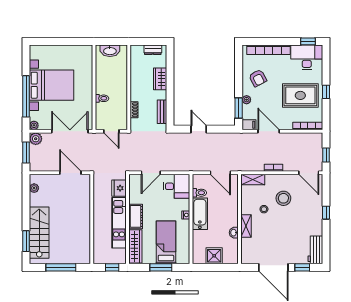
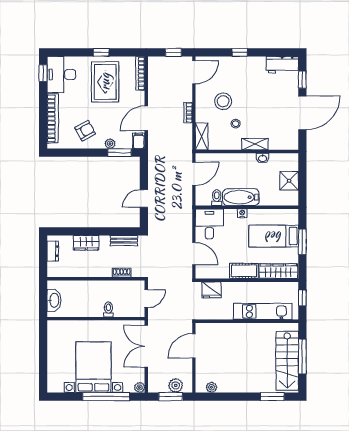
plant: (36, 139) -> (176, 385), moved
kitchen unit: (119, 223) -> (263, 311), moved, turned 180
stairs: (39, 233) -> (287, 361), moved, turned -90

